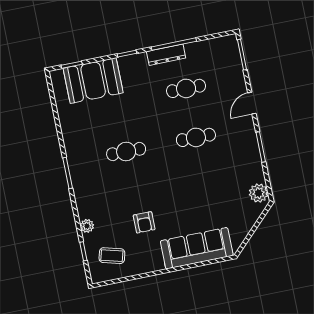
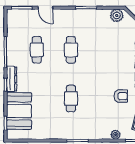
dresser: (166, 55) -> (12, 79), moved
door: (252, 103) -> (45, 8), moved

